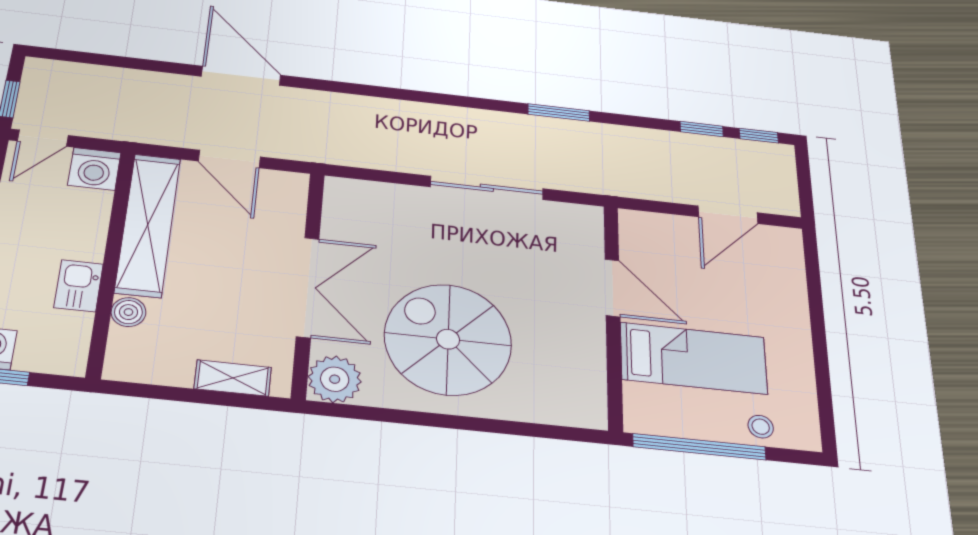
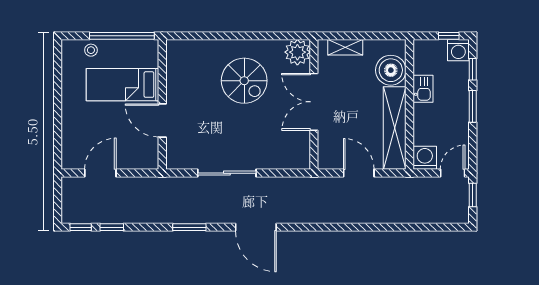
door: (241, 76) -> (256, 227), moved
boiler: (128, 312) -> (391, 70), width x1.86, depth x1.86
spiral stairs: (448, 339) -> (244, 81), width x0.73, depth x0.73

